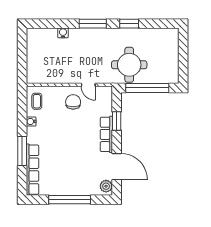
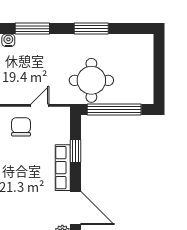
window: (93, 24) -> (32, 29), moved
window: (129, 24) -> (91, 29), width x1.44
door: (88, 85) -> (40, 105), swing flipped

